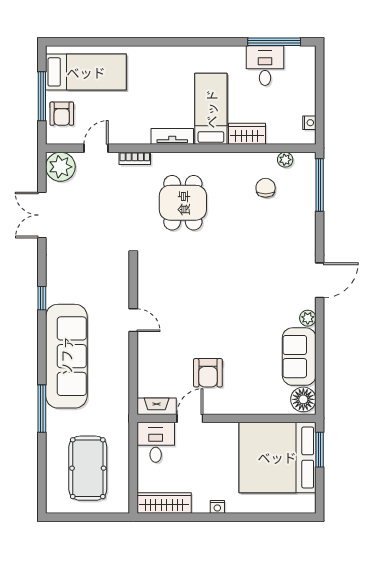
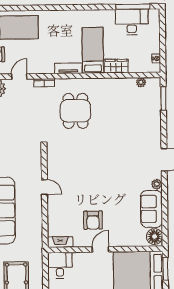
desk: (265, 66) -> (132, 22), width x1.37
window: (320, 185) -> (163, 98), width x0.69
chair: (266, 188) -> (129, 101), removed
door: (190, 418) -> (100, 249), moved

